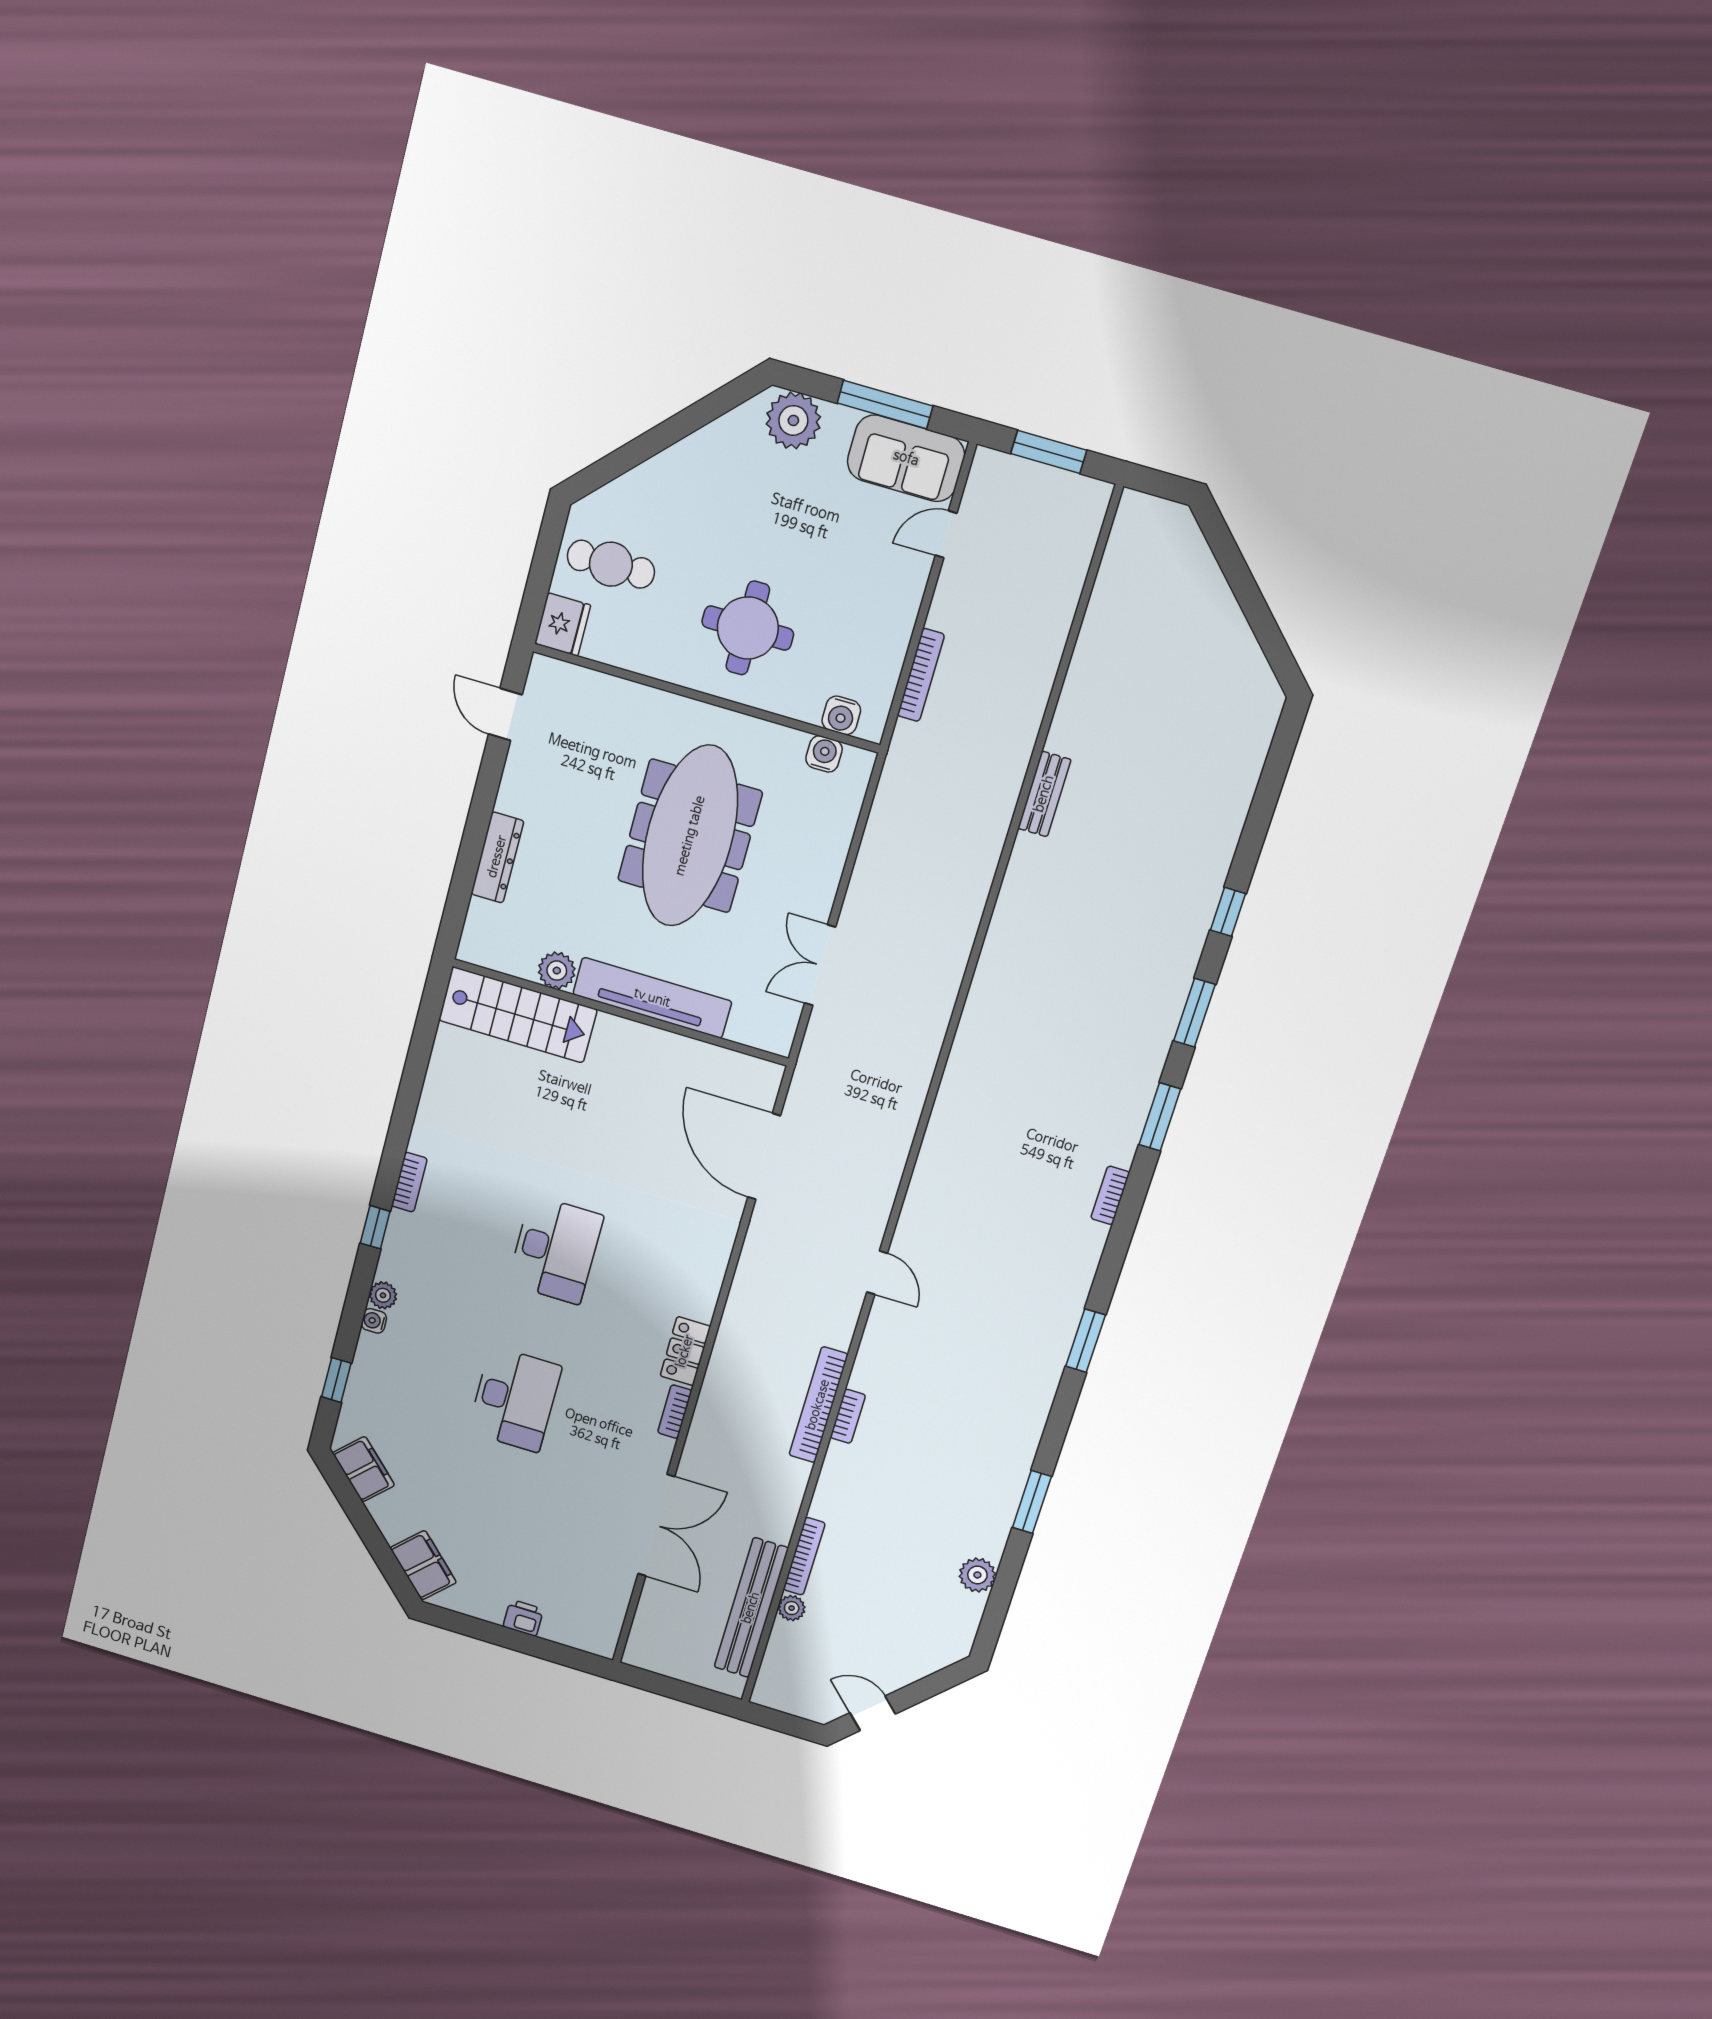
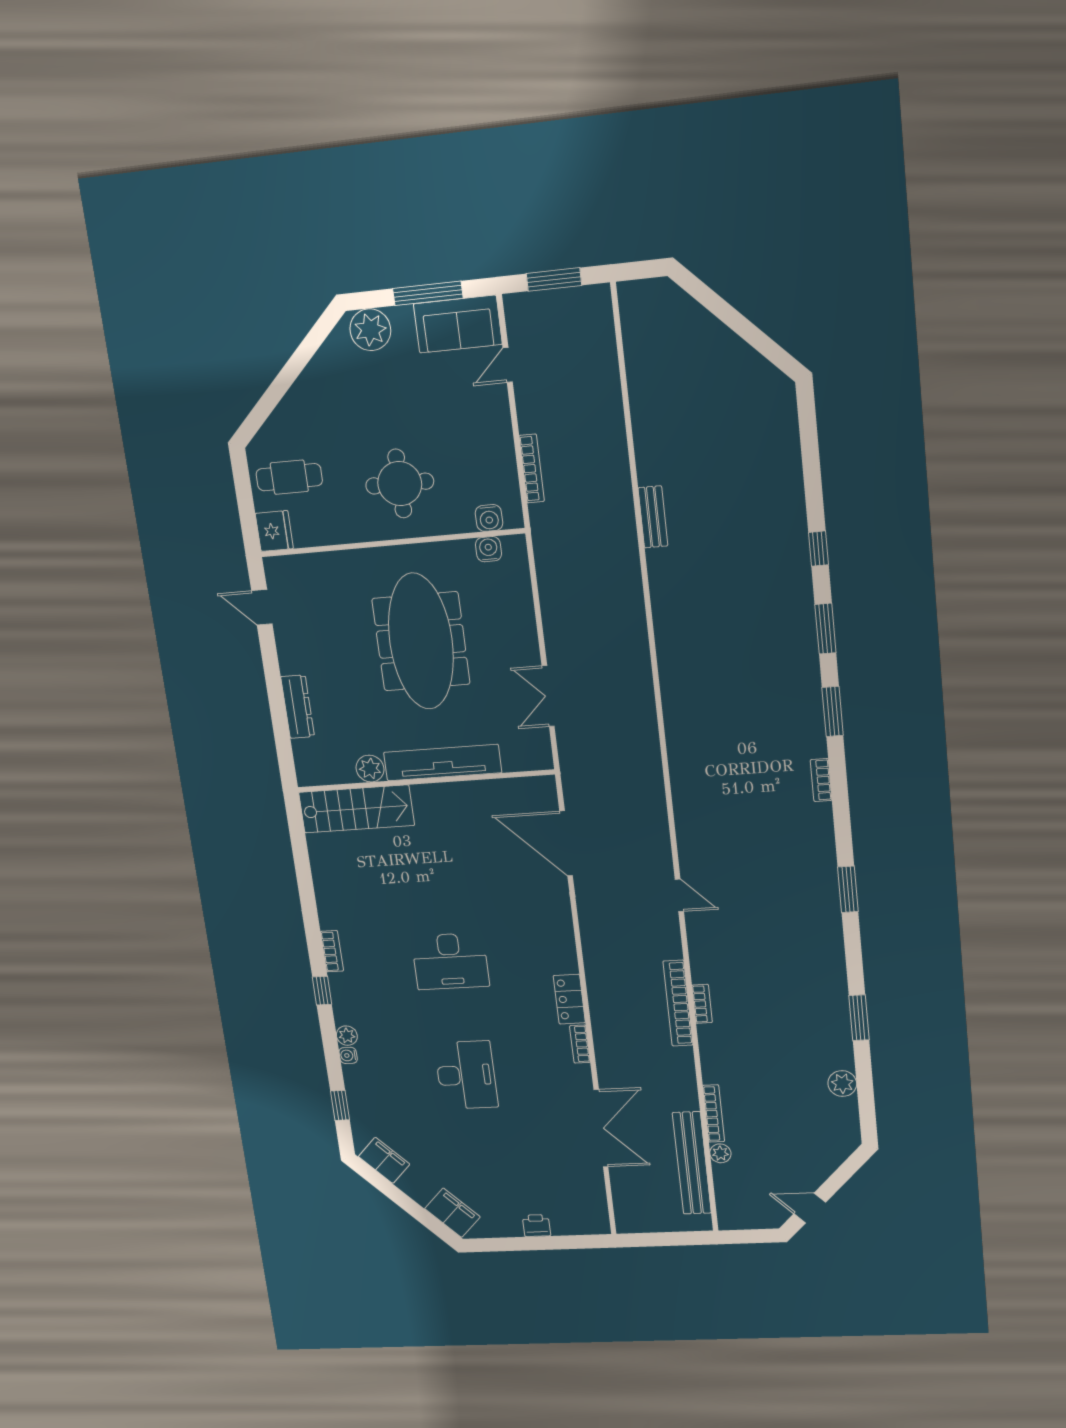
desk: (555, 1250) -> (450, 961), turned 90

